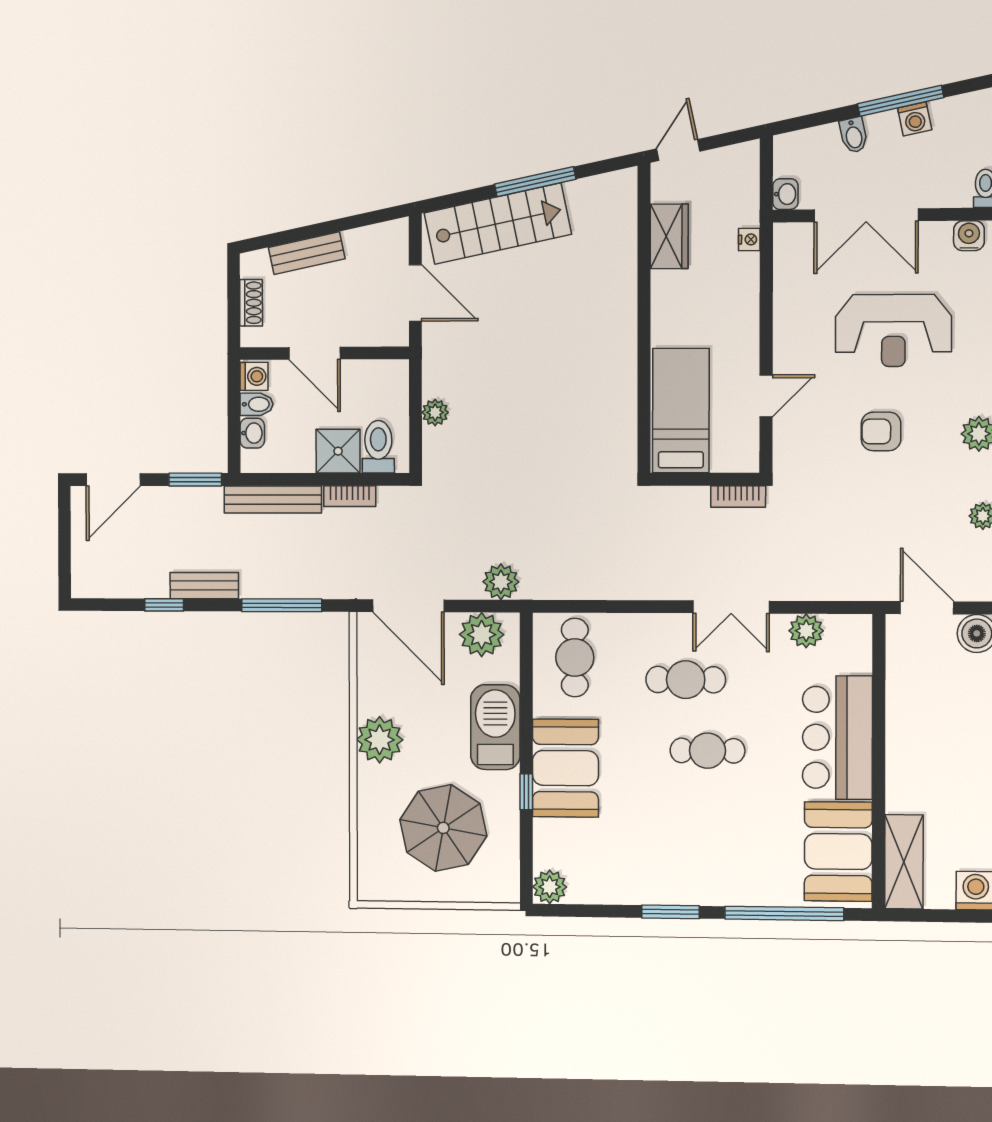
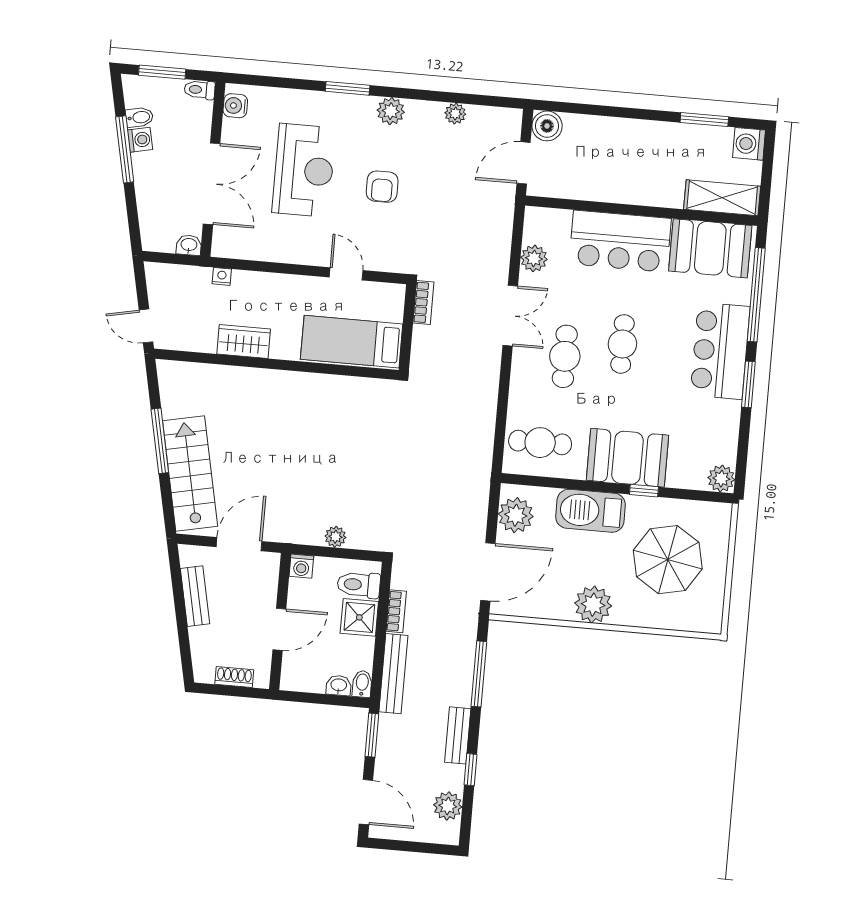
bidet: (854, 135) -> (139, 117), moved
wardrobe: (669, 236) -> (244, 341), moved
bench: (307, 253) -> (195, 596), moved
washing machine: (254, 376) -> (301, 566), moved, turned 180
bidet: (257, 404) -> (362, 684), moved
plant: (501, 582) -> (448, 806), moved
bar counter: (710, 873) -> (720, 351), added

